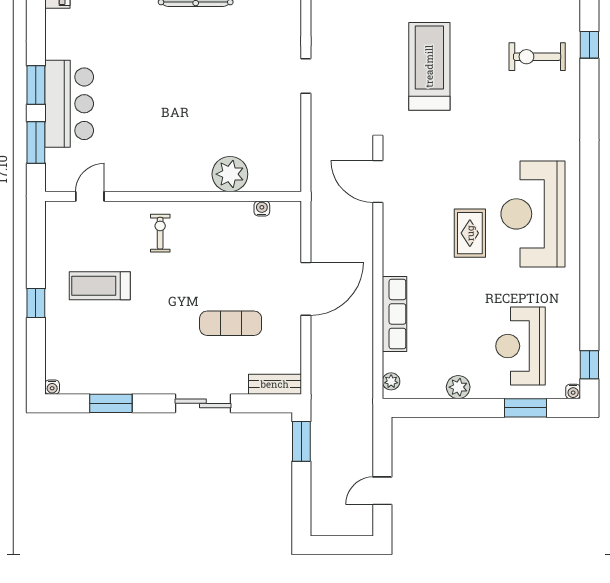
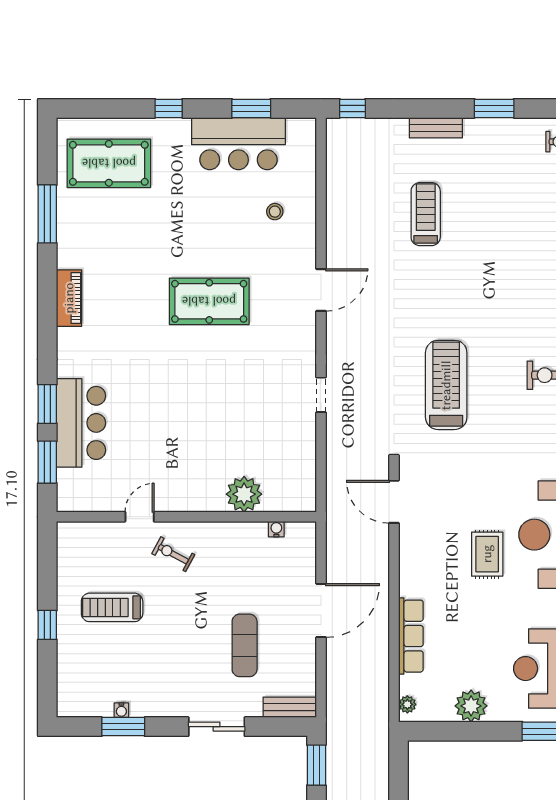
door: (90, 196) -> (140, 517), moved
exercise bike: (160, 233) -> (173, 554), turned -62
exercise mat: (231, 323) -> (245, 645), turned 90
water cooler: (52, 387) -> (121, 710), moved
plant: (458, 387) -> (471, 706), width x1.36, depth x1.36

